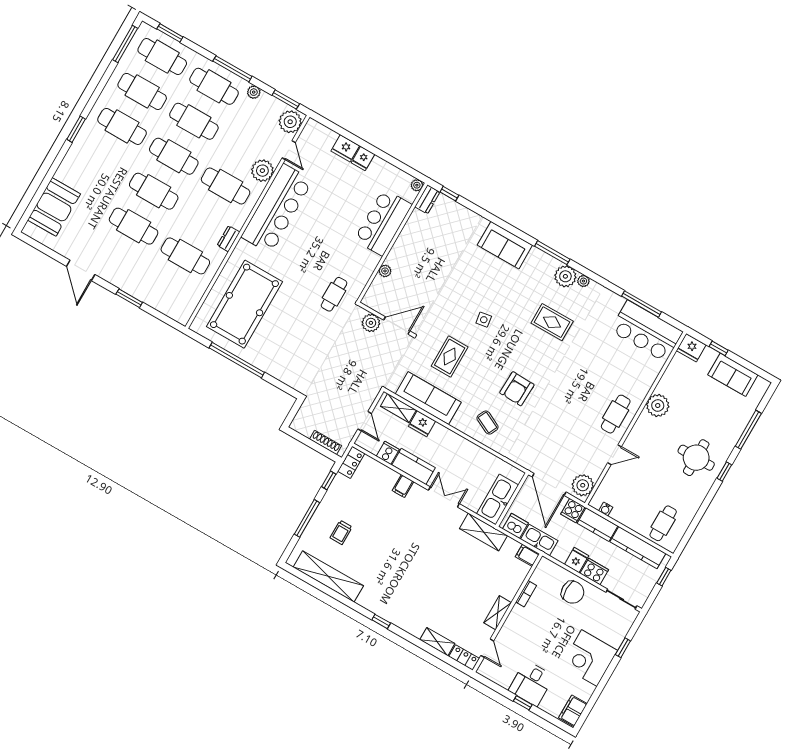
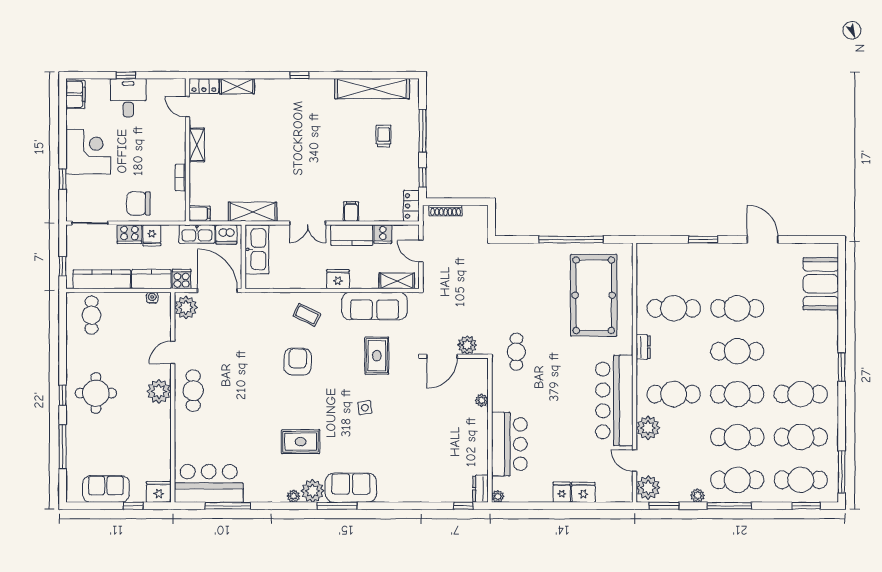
sofa: (505, 245) -> (351, 488), moved
plant: (658, 405) -> (159, 391), moved
fridge: (422, 424) -> (338, 279), moved

